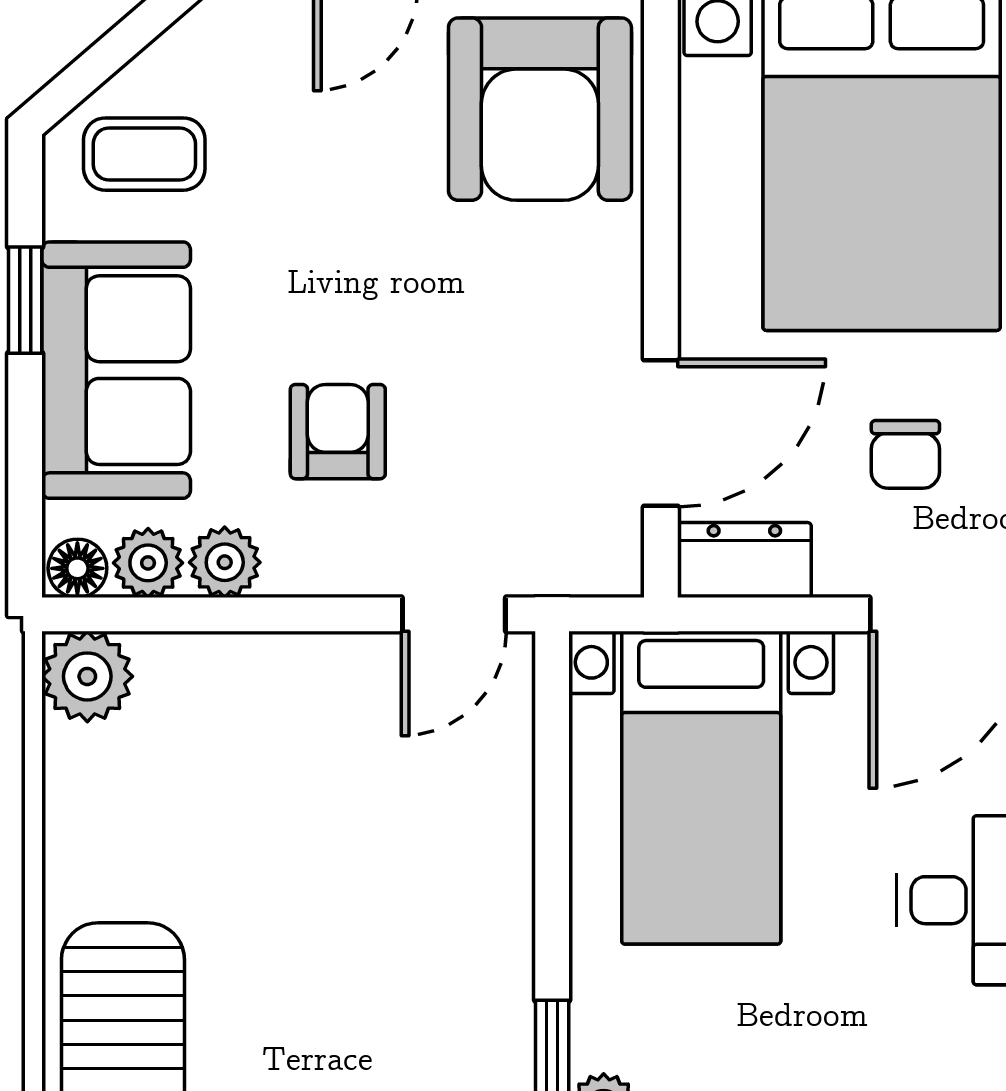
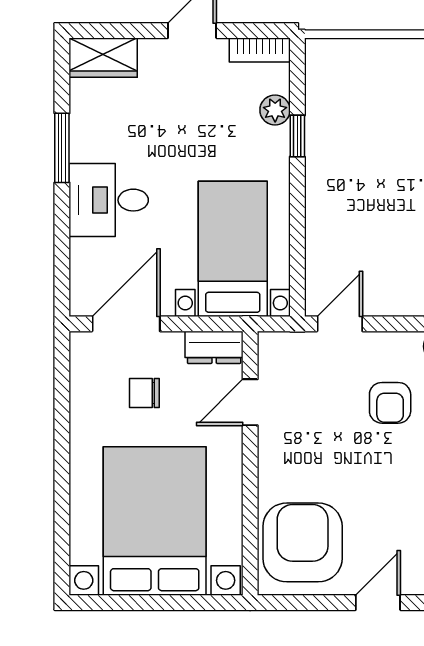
door: (661, 433) -> (250, 402), width x0.73
chair: (905, 454) -> (144, 393), turned -90

